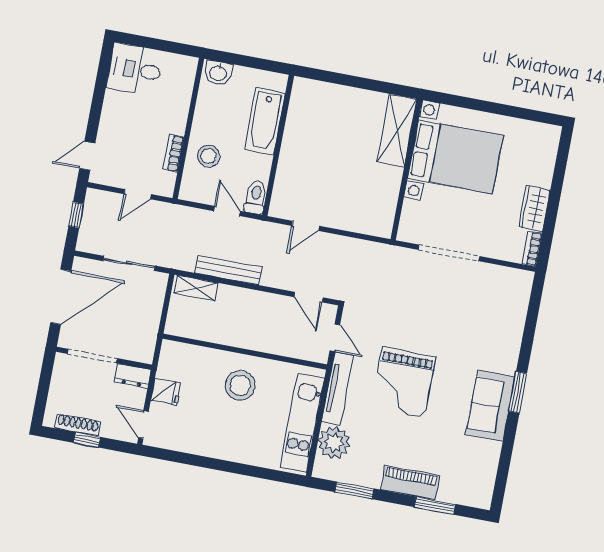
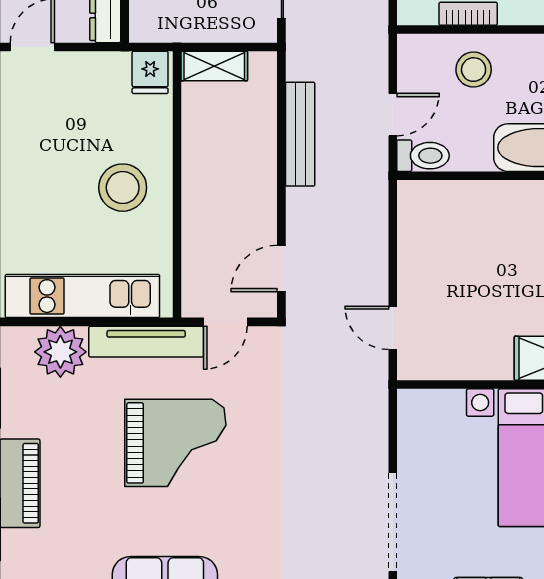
door: (306, 226) -> (393, 328), moved
doorway: (449, 253) -> (393, 522), moved
shelving: (196, 288) -> (214, 66), moved, turned 90
grand piano: (403, 383) -> (175, 443), turned 180
fridge: (166, 391) -> (150, 72), moved

